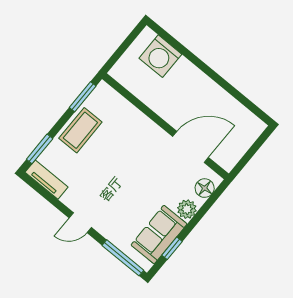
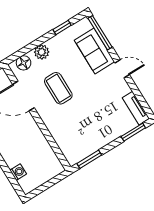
washing machine: (160, 56) -> (18, 172), width x0.53, depth x0.53
coffee table: (80, 130) -> (58, 88), moved, turned 90
sofa: (159, 234) -> (94, 51), moved, turned 90

